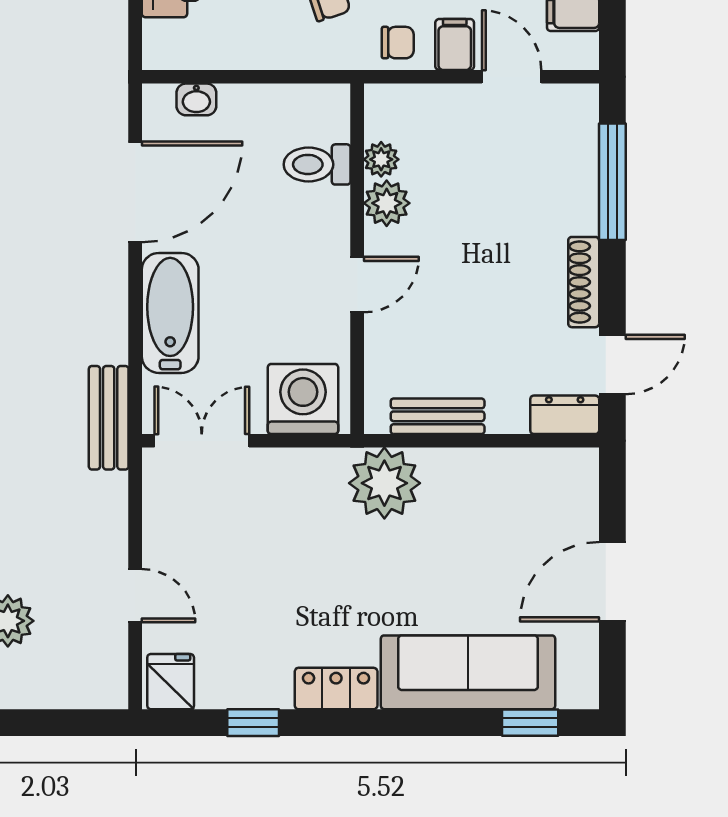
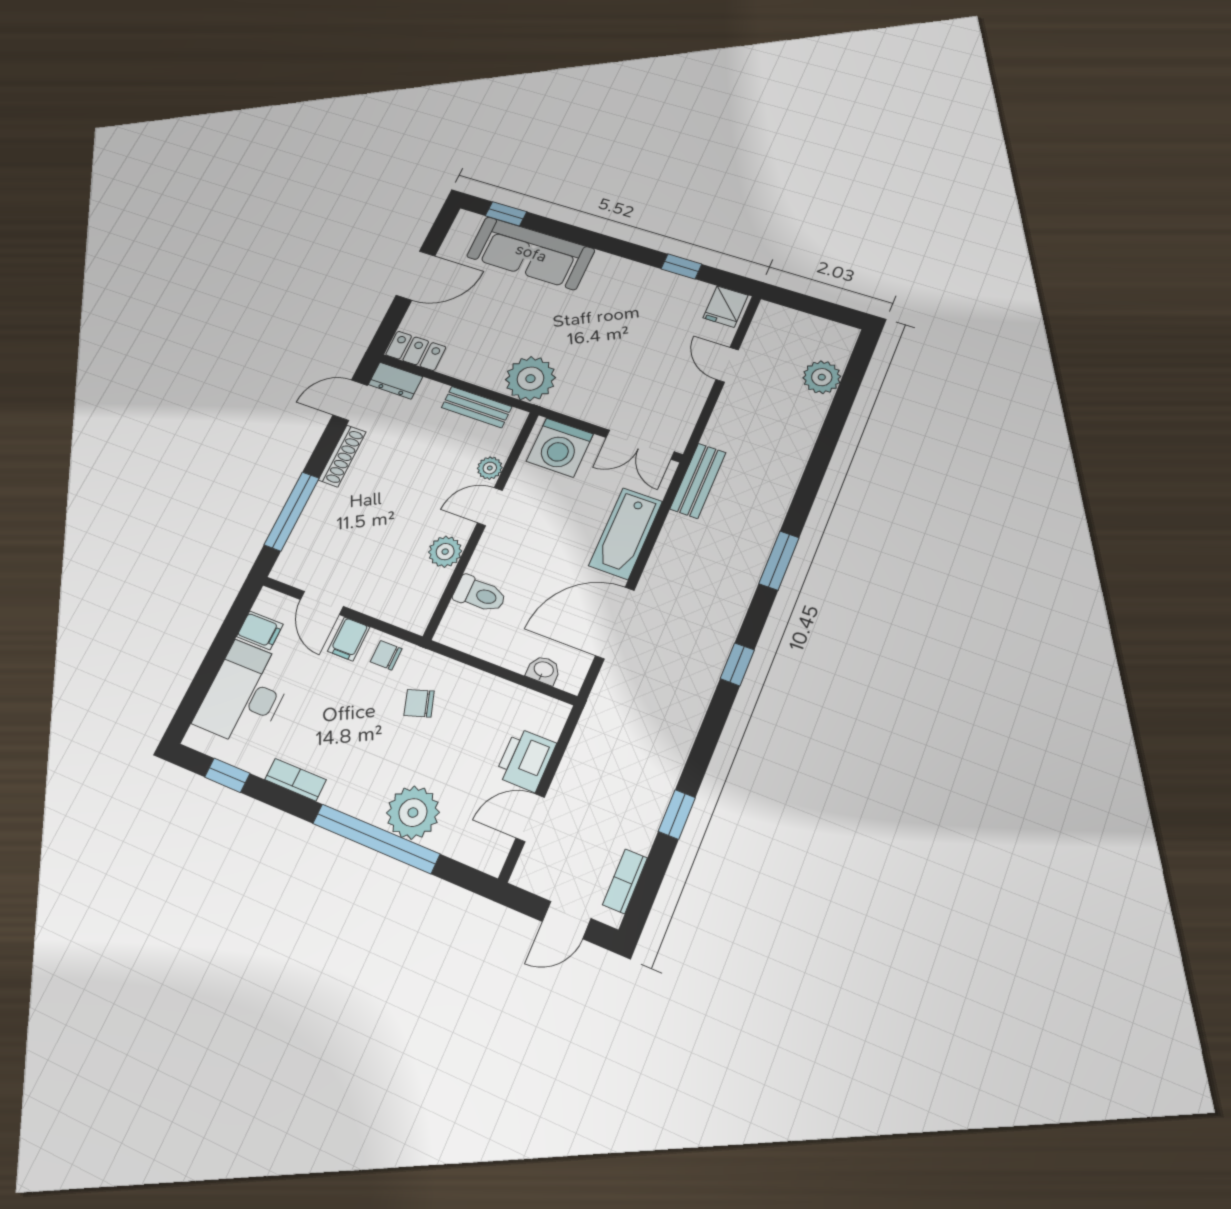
plant: (381, 159) -> (490, 468), moved
locker: (336, 689) -> (416, 351), moved, turned 180

